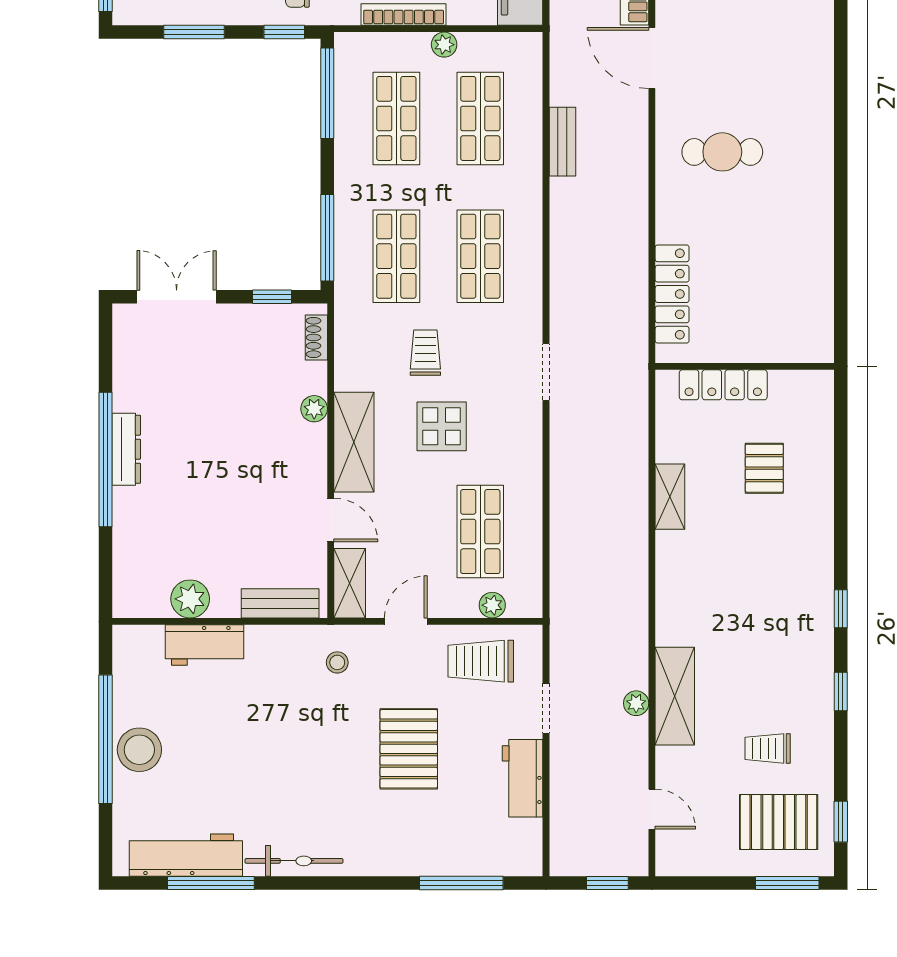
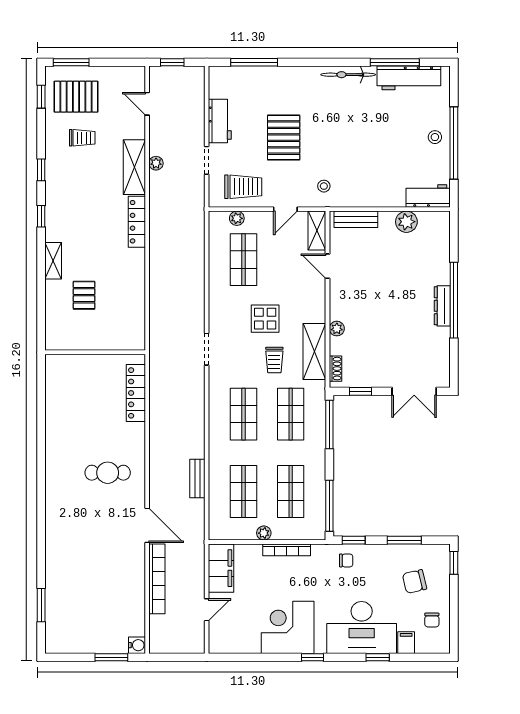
locker: (723, 385) -> (137, 222), moved, turned -90
shelving: (354, 442) -> (314, 352), moved
shelving: (670, 497) -> (53, 261), moved
workbench: (205, 645) -> (428, 196), moved
stool: (139, 750) -> (435, 137), width x0.53, depth x0.53

